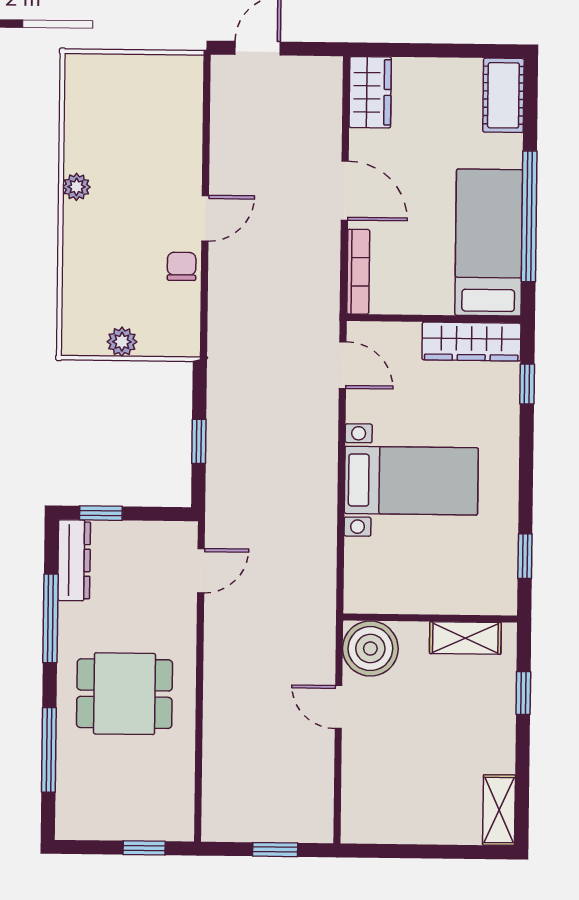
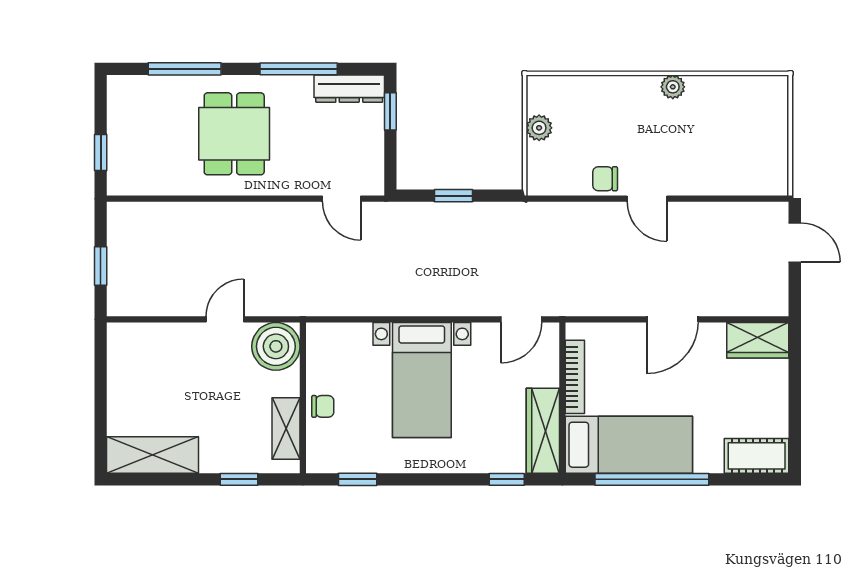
chair: (182, 266) -> (605, 179), turned 180
bookcase: (358, 272) -> (575, 377), moved, turned -90
chair: (440, 595) -> (323, 406), added
shelving: (499, 810) -> (153, 455), width x1.50, depth x1.33

